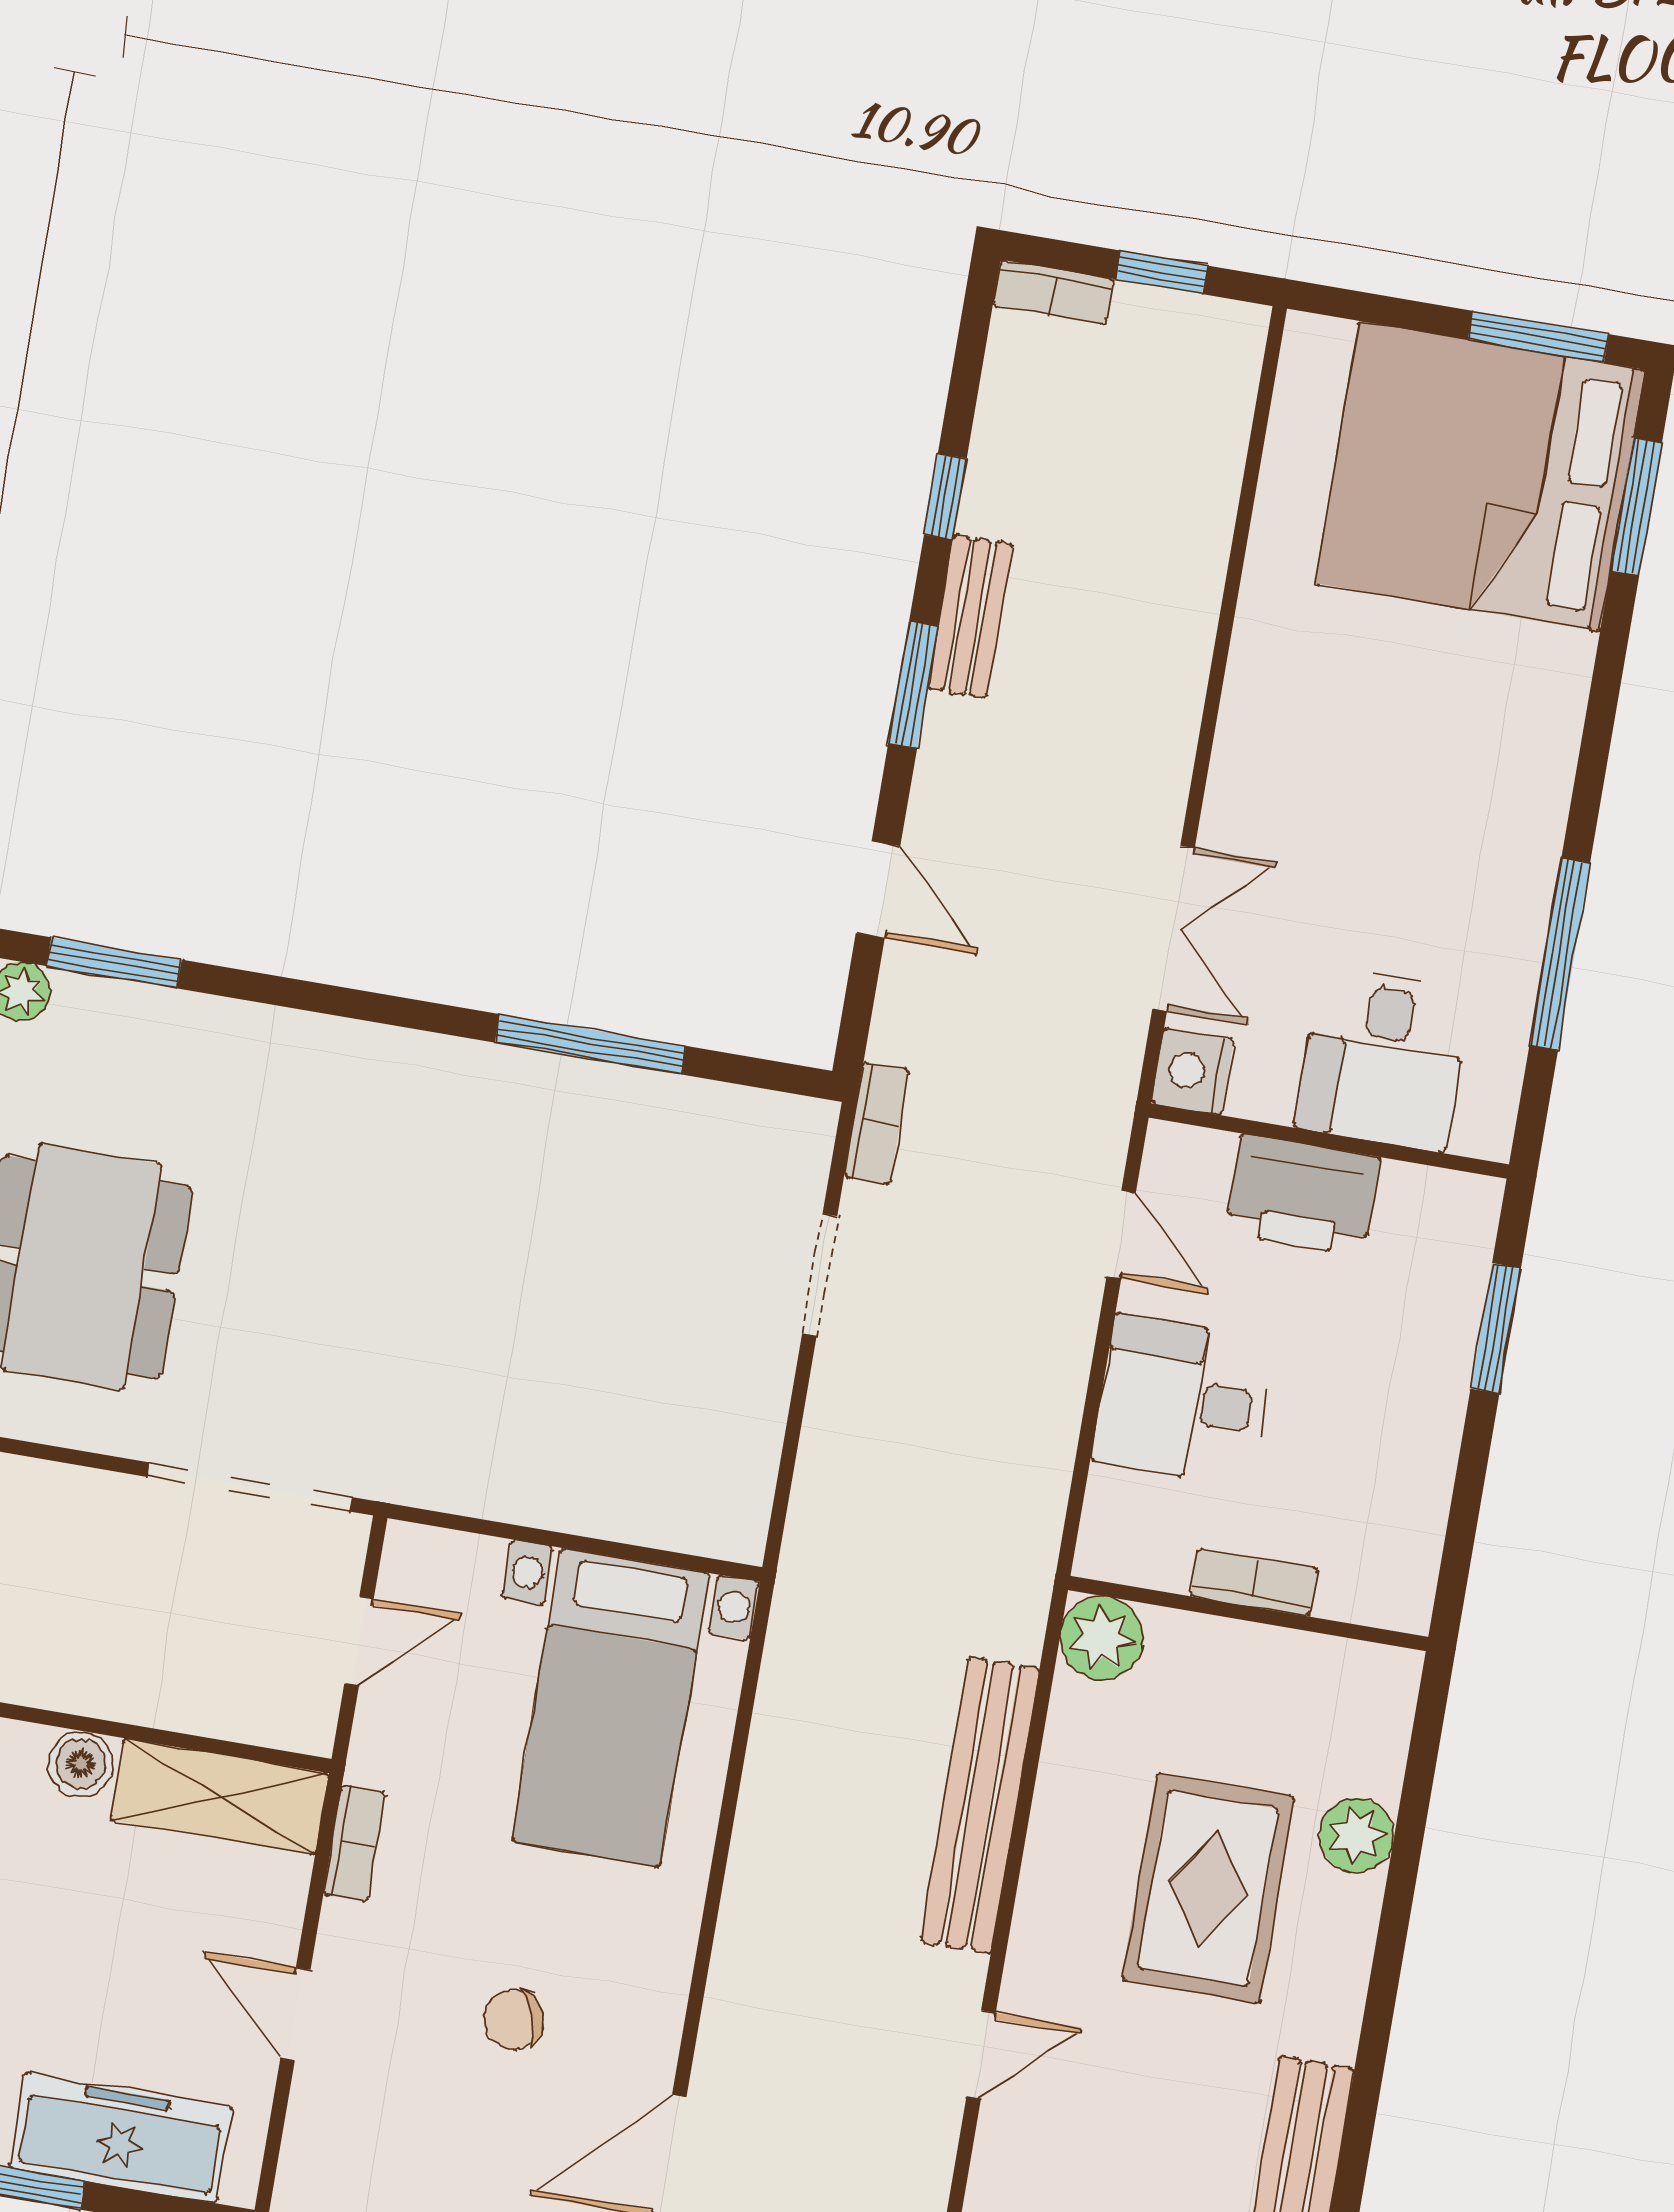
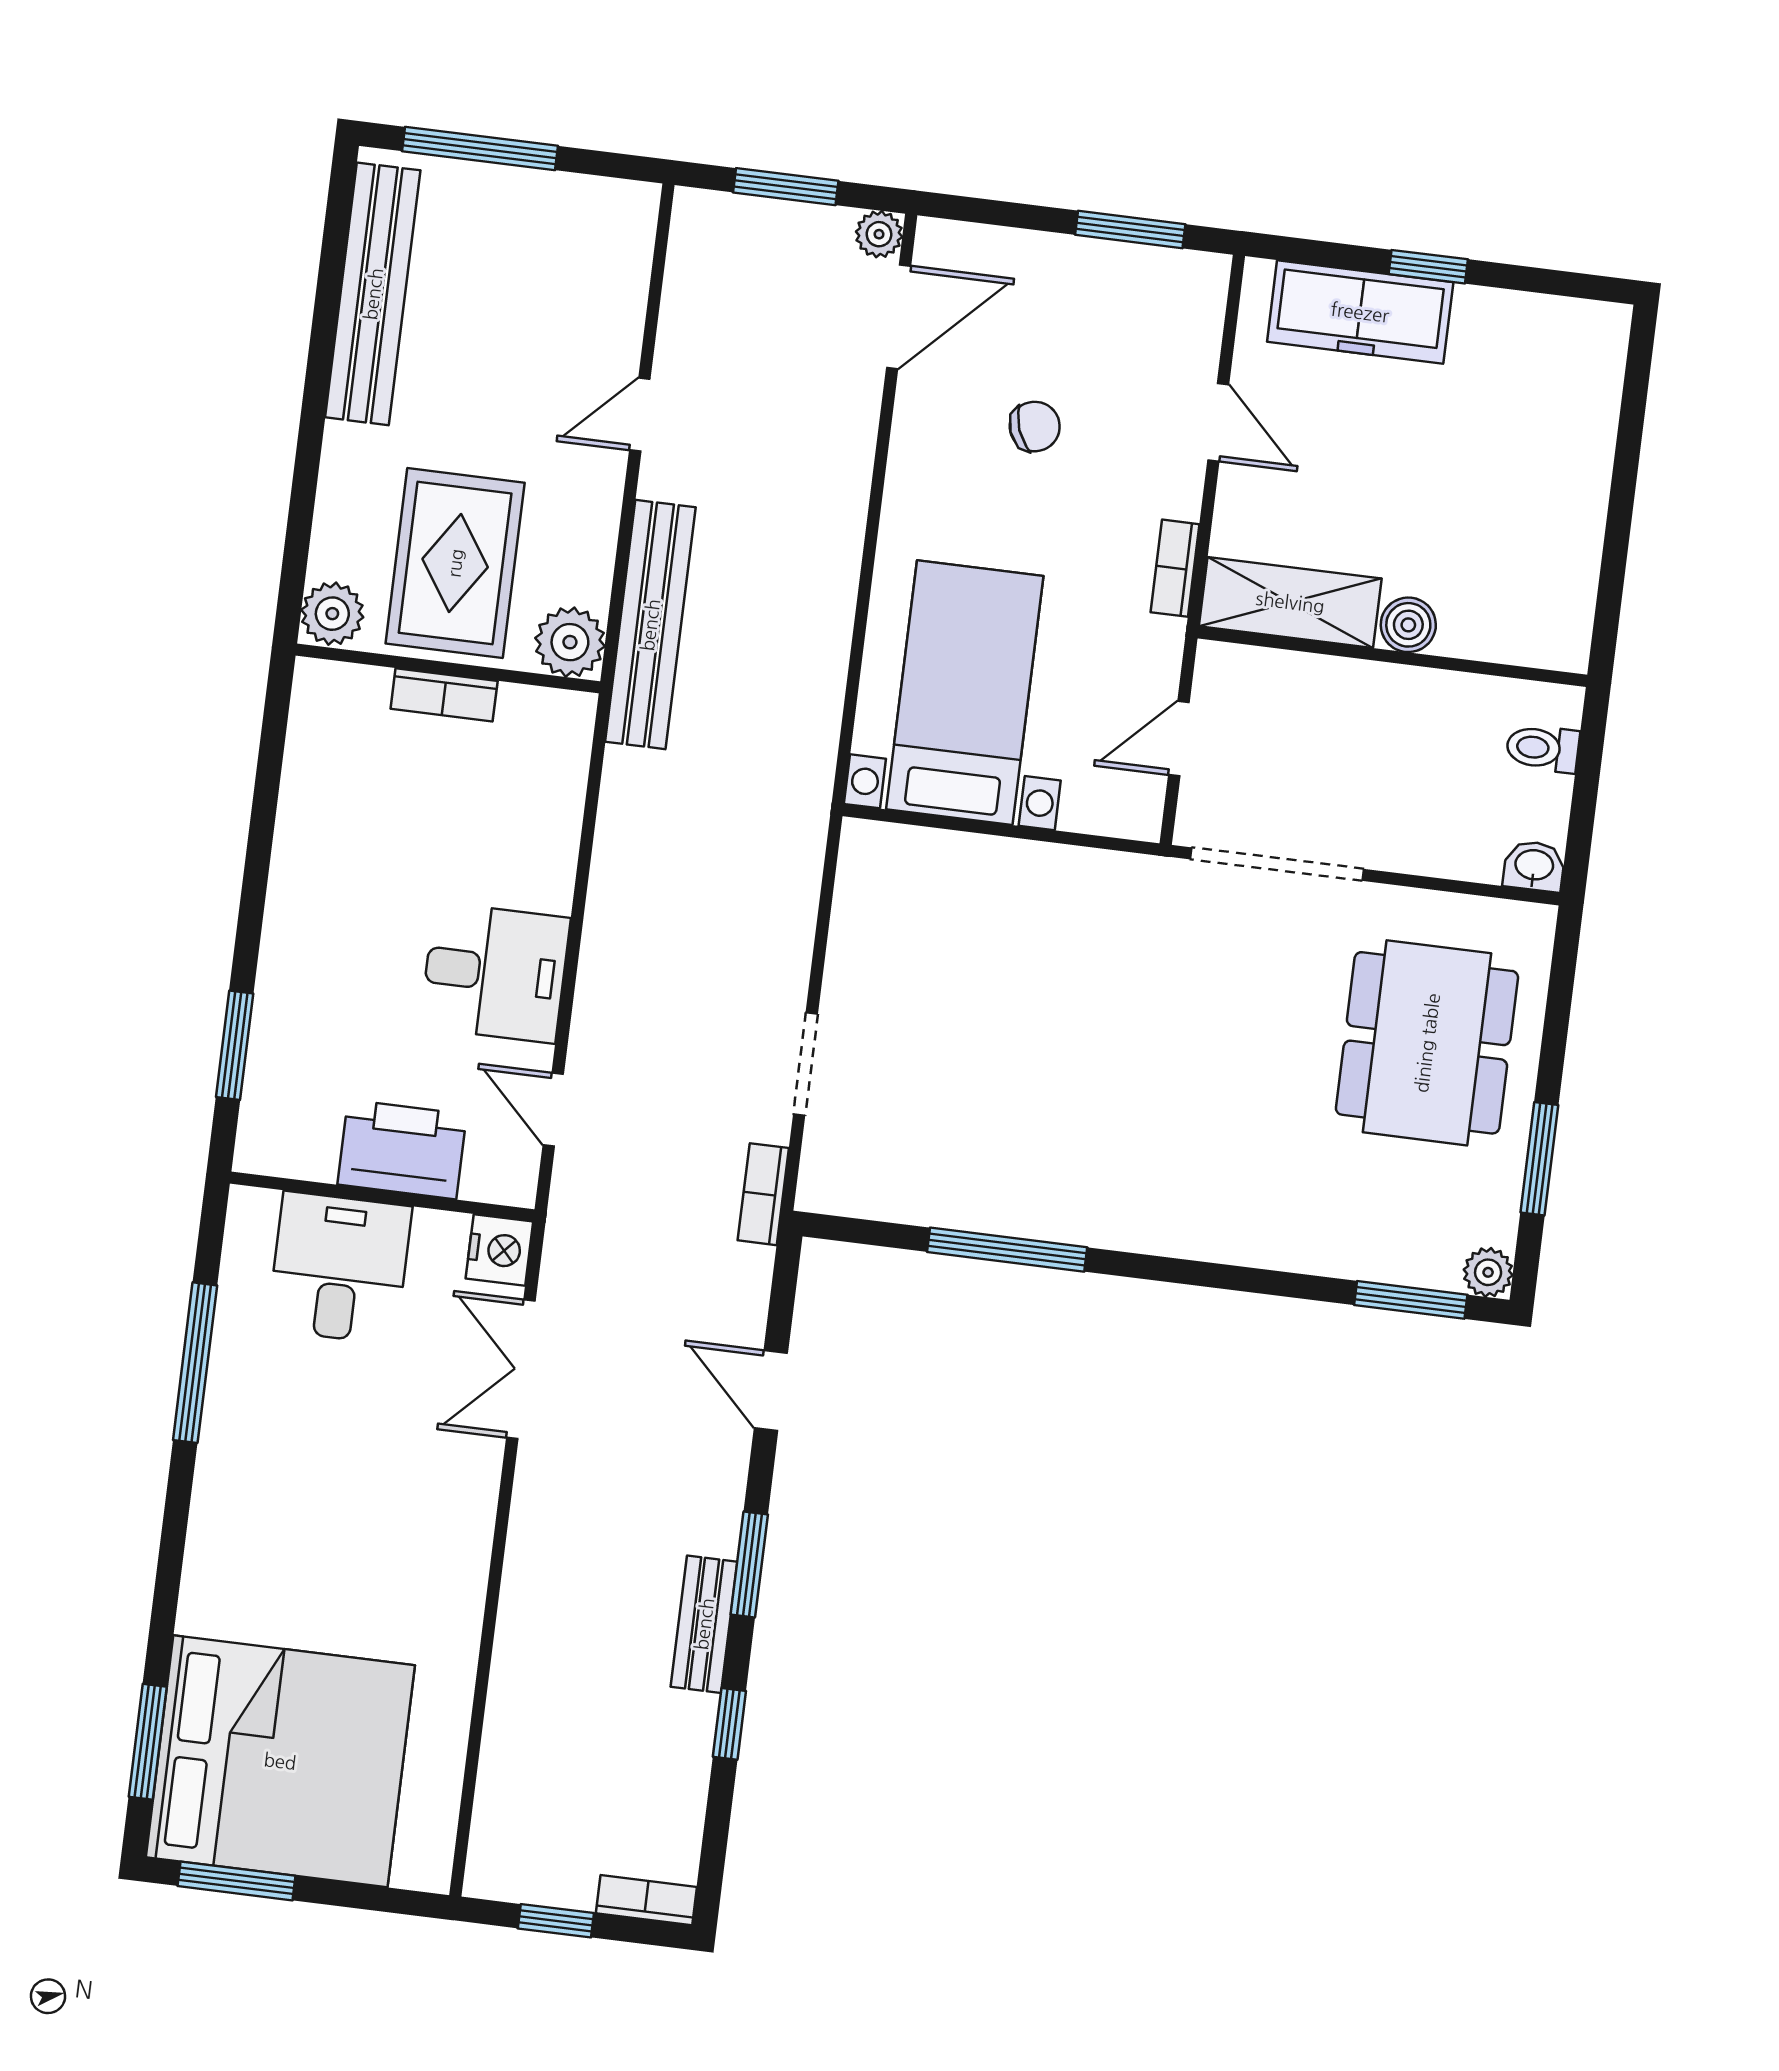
bookcase: (1254, 1582) -> (444, 695), moved
wall: (1248, 1613) -> (448, 668), moved
plant: (1102, 1638) -> (570, 642), moved

